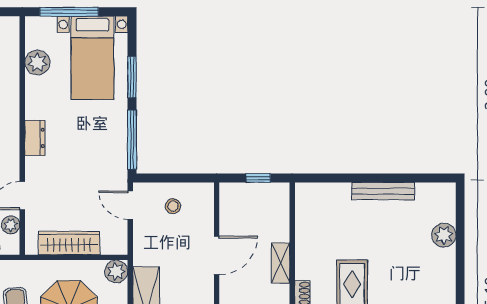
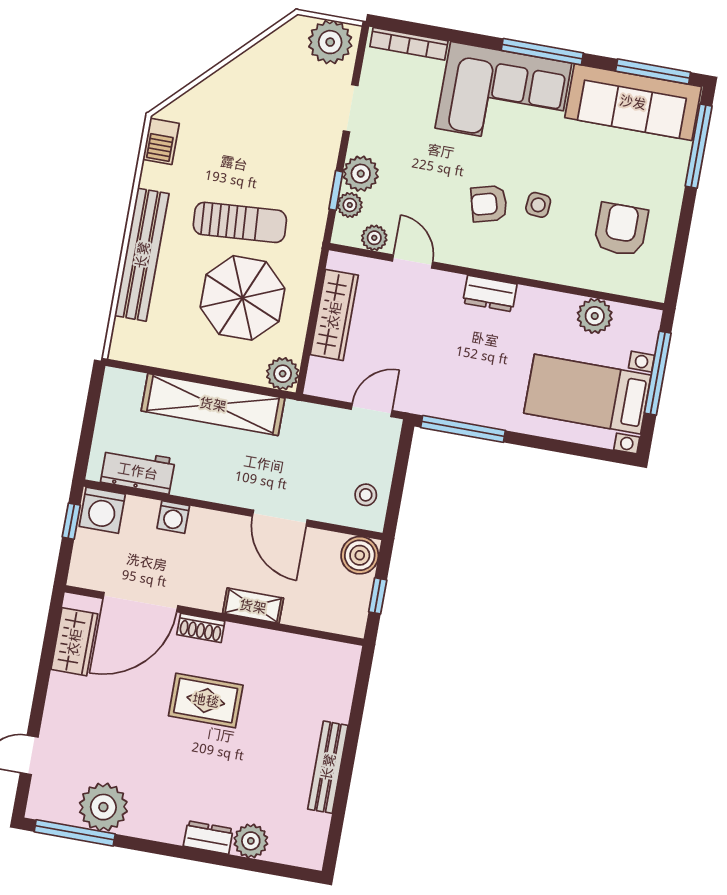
window: (132, 77) -> (551, 445), removed
boiler: (232, 195) -> (360, 555), added
stool: (173, 206) -> (366, 495), moved
dresser: (447, 265) -> (208, 837), added

